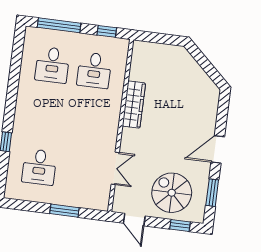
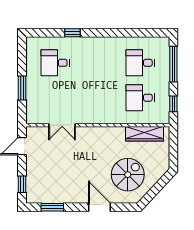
wardrobe: (134, 105) -> (144, 134), moved
door: (218, 149) -> (100, 207), moved
spiral stairs: (172, 193) -> (128, 175), moved

